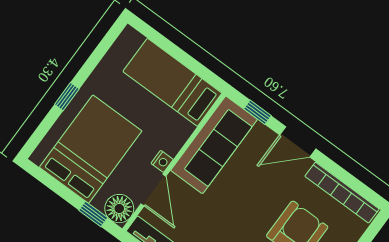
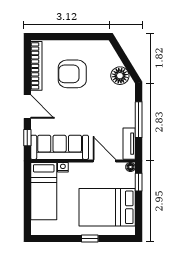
nightstand: (162, 161) -> (63, 167), moved
door: (153, 190) -> (104, 161), hinge flipped
floor lamp: (119, 209) -> (130, 167), width x0.53, depth x0.53

